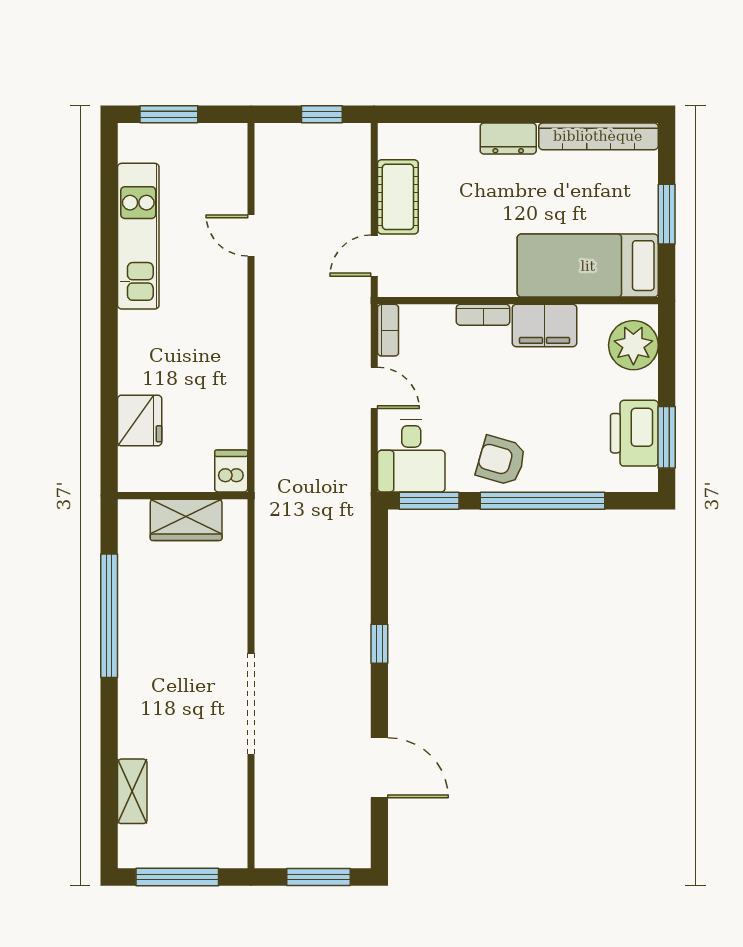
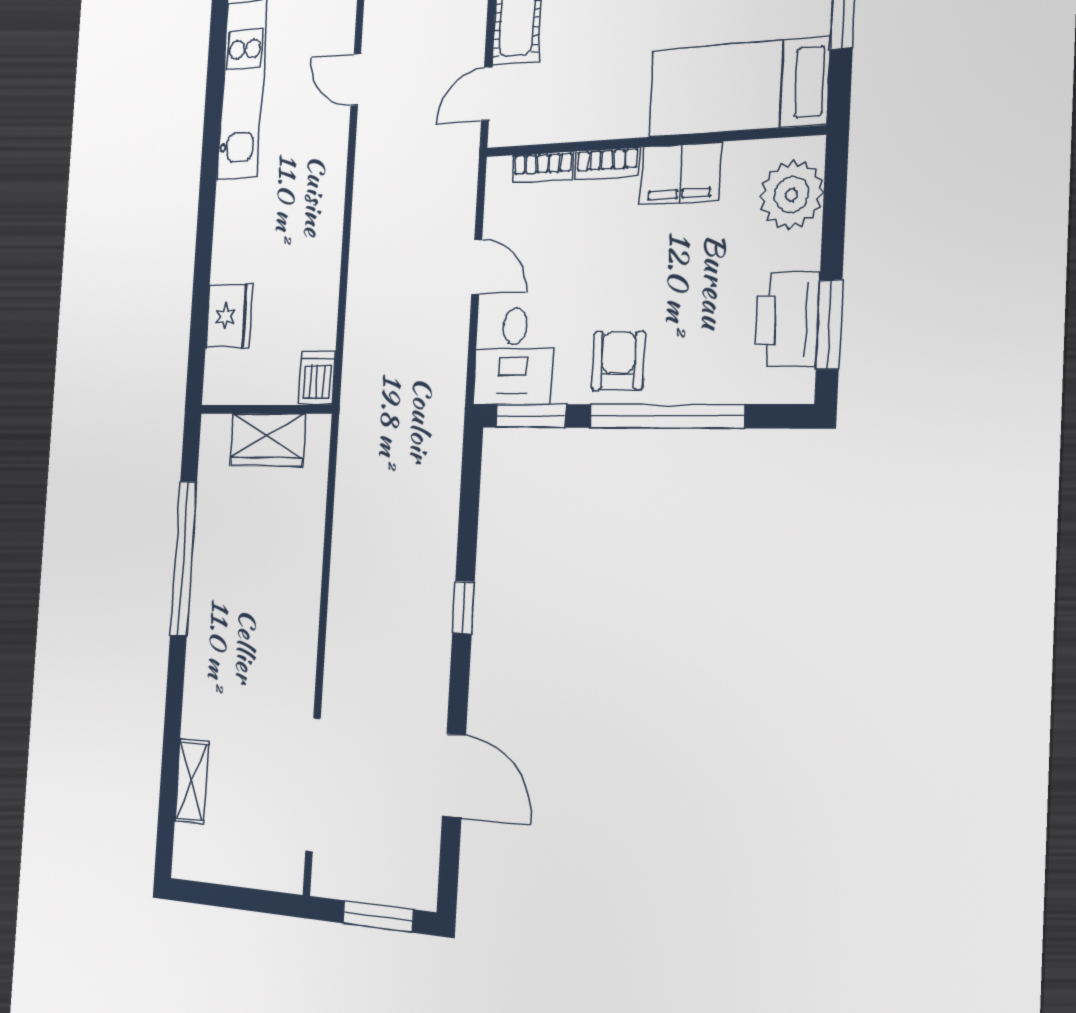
bookcase: (388, 330) -> (543, 167), moved, turned 90
armchair: (501, 461) -> (618, 361), turned 74
doorway: (251, 704) -> (313, 785), moved
window: (177, 877) -> (229, 897), removed

